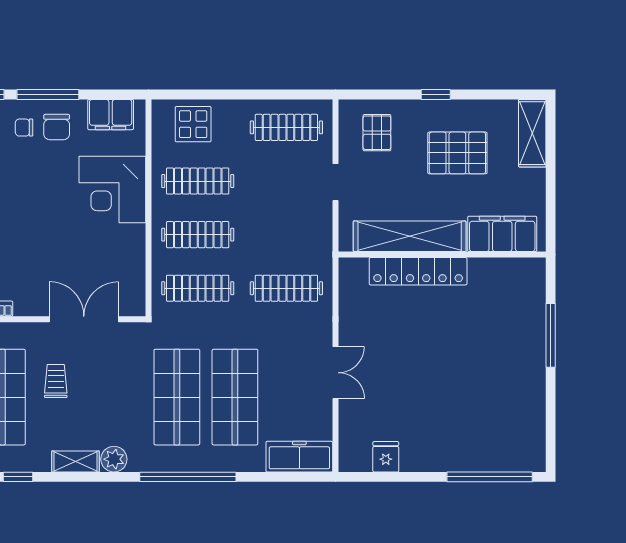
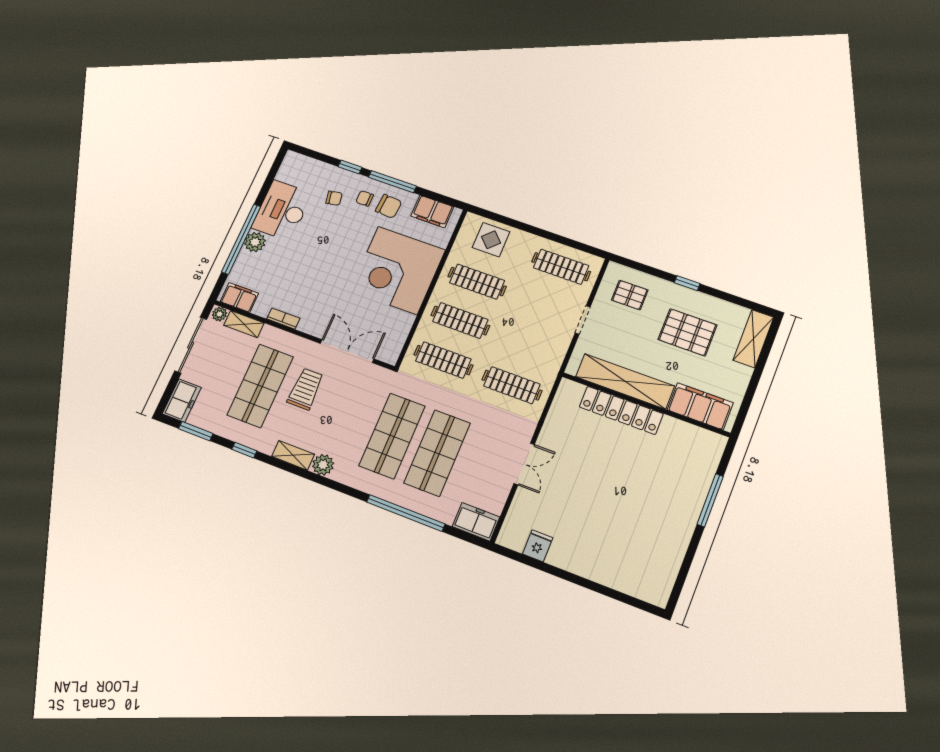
chair: (57, 127) -> (389, 206), turned -86
pallet: (377, 133) -> (630, 295), turned 90
corner desk: (112, 190) -> (397, 270), width x1.36, depth x1.36
trolley: (56, 381) -> (305, 389), width x1.36, depth x1.39
freezer: (299, 457) -> (476, 522), width x0.71
window: (188, 477) -> (406, 513), moved
window: (490, 477) -> (616, 595), removed

